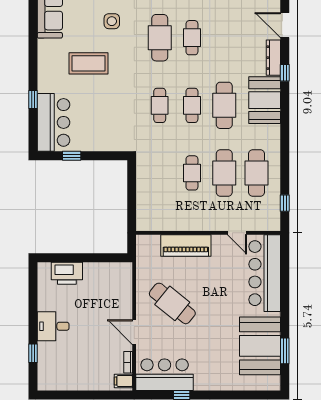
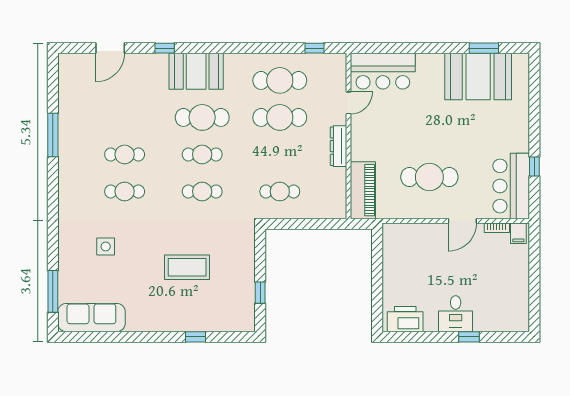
cafe table: (160, 38) -> (125, 191), width x0.73, depth x0.74
dresser: (273, 58) -> (338, 146), moved, turned 90
coffee table: (88, 63) -> (187, 267), moved, turned 90
bar counter: (54, 122) -> (222, 313), removed
cafe table: (192, 173) -> (280, 191), moved
piano: (186, 245) -> (363, 190), moved
printer: (67, 273) -> (405, 319), moved, turned -90
bar counter: (265, 273) -> (383, 71), width x0.73
cafe table: (172, 303) -> (429, 177), turned 51
window: (33, 353) -> (469, 337), moved

